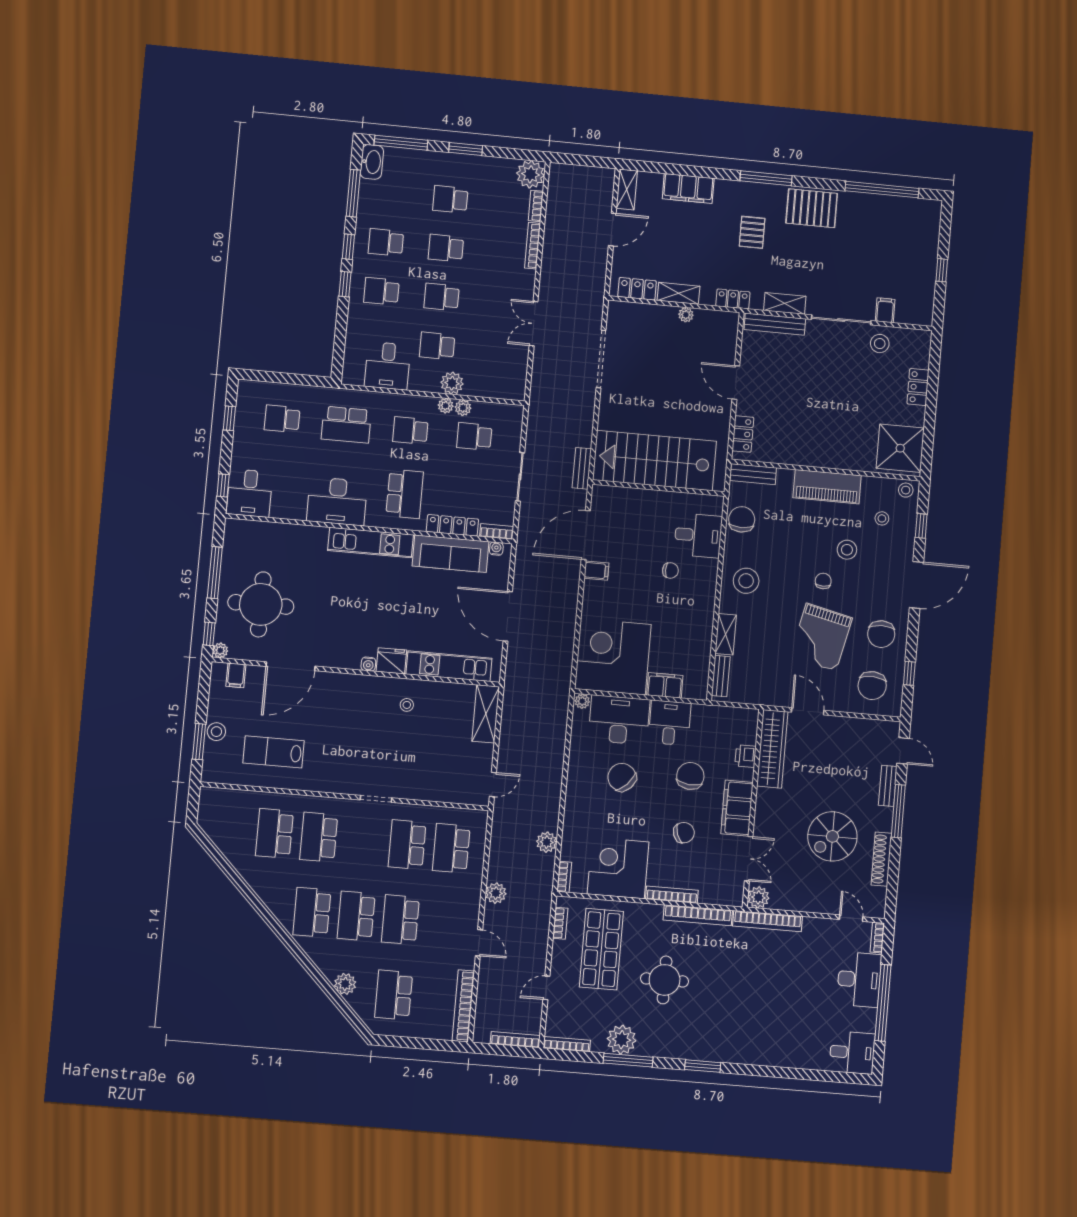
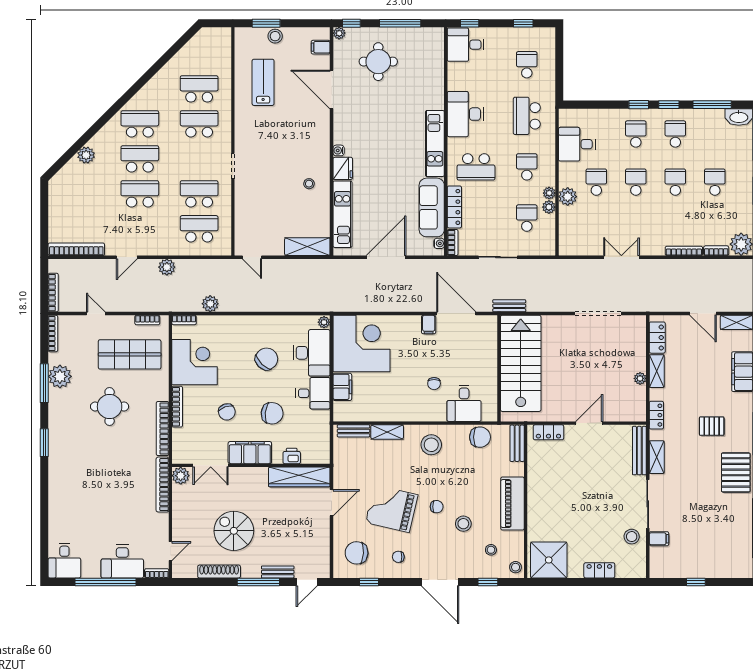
round table: (261, 604) -> (378, 62), width x0.73, depth x0.73
chair: (881, 634) -> (398, 557), width x0.54, depth x0.54
school desk: (394, 995) -> (80, 194), removed

